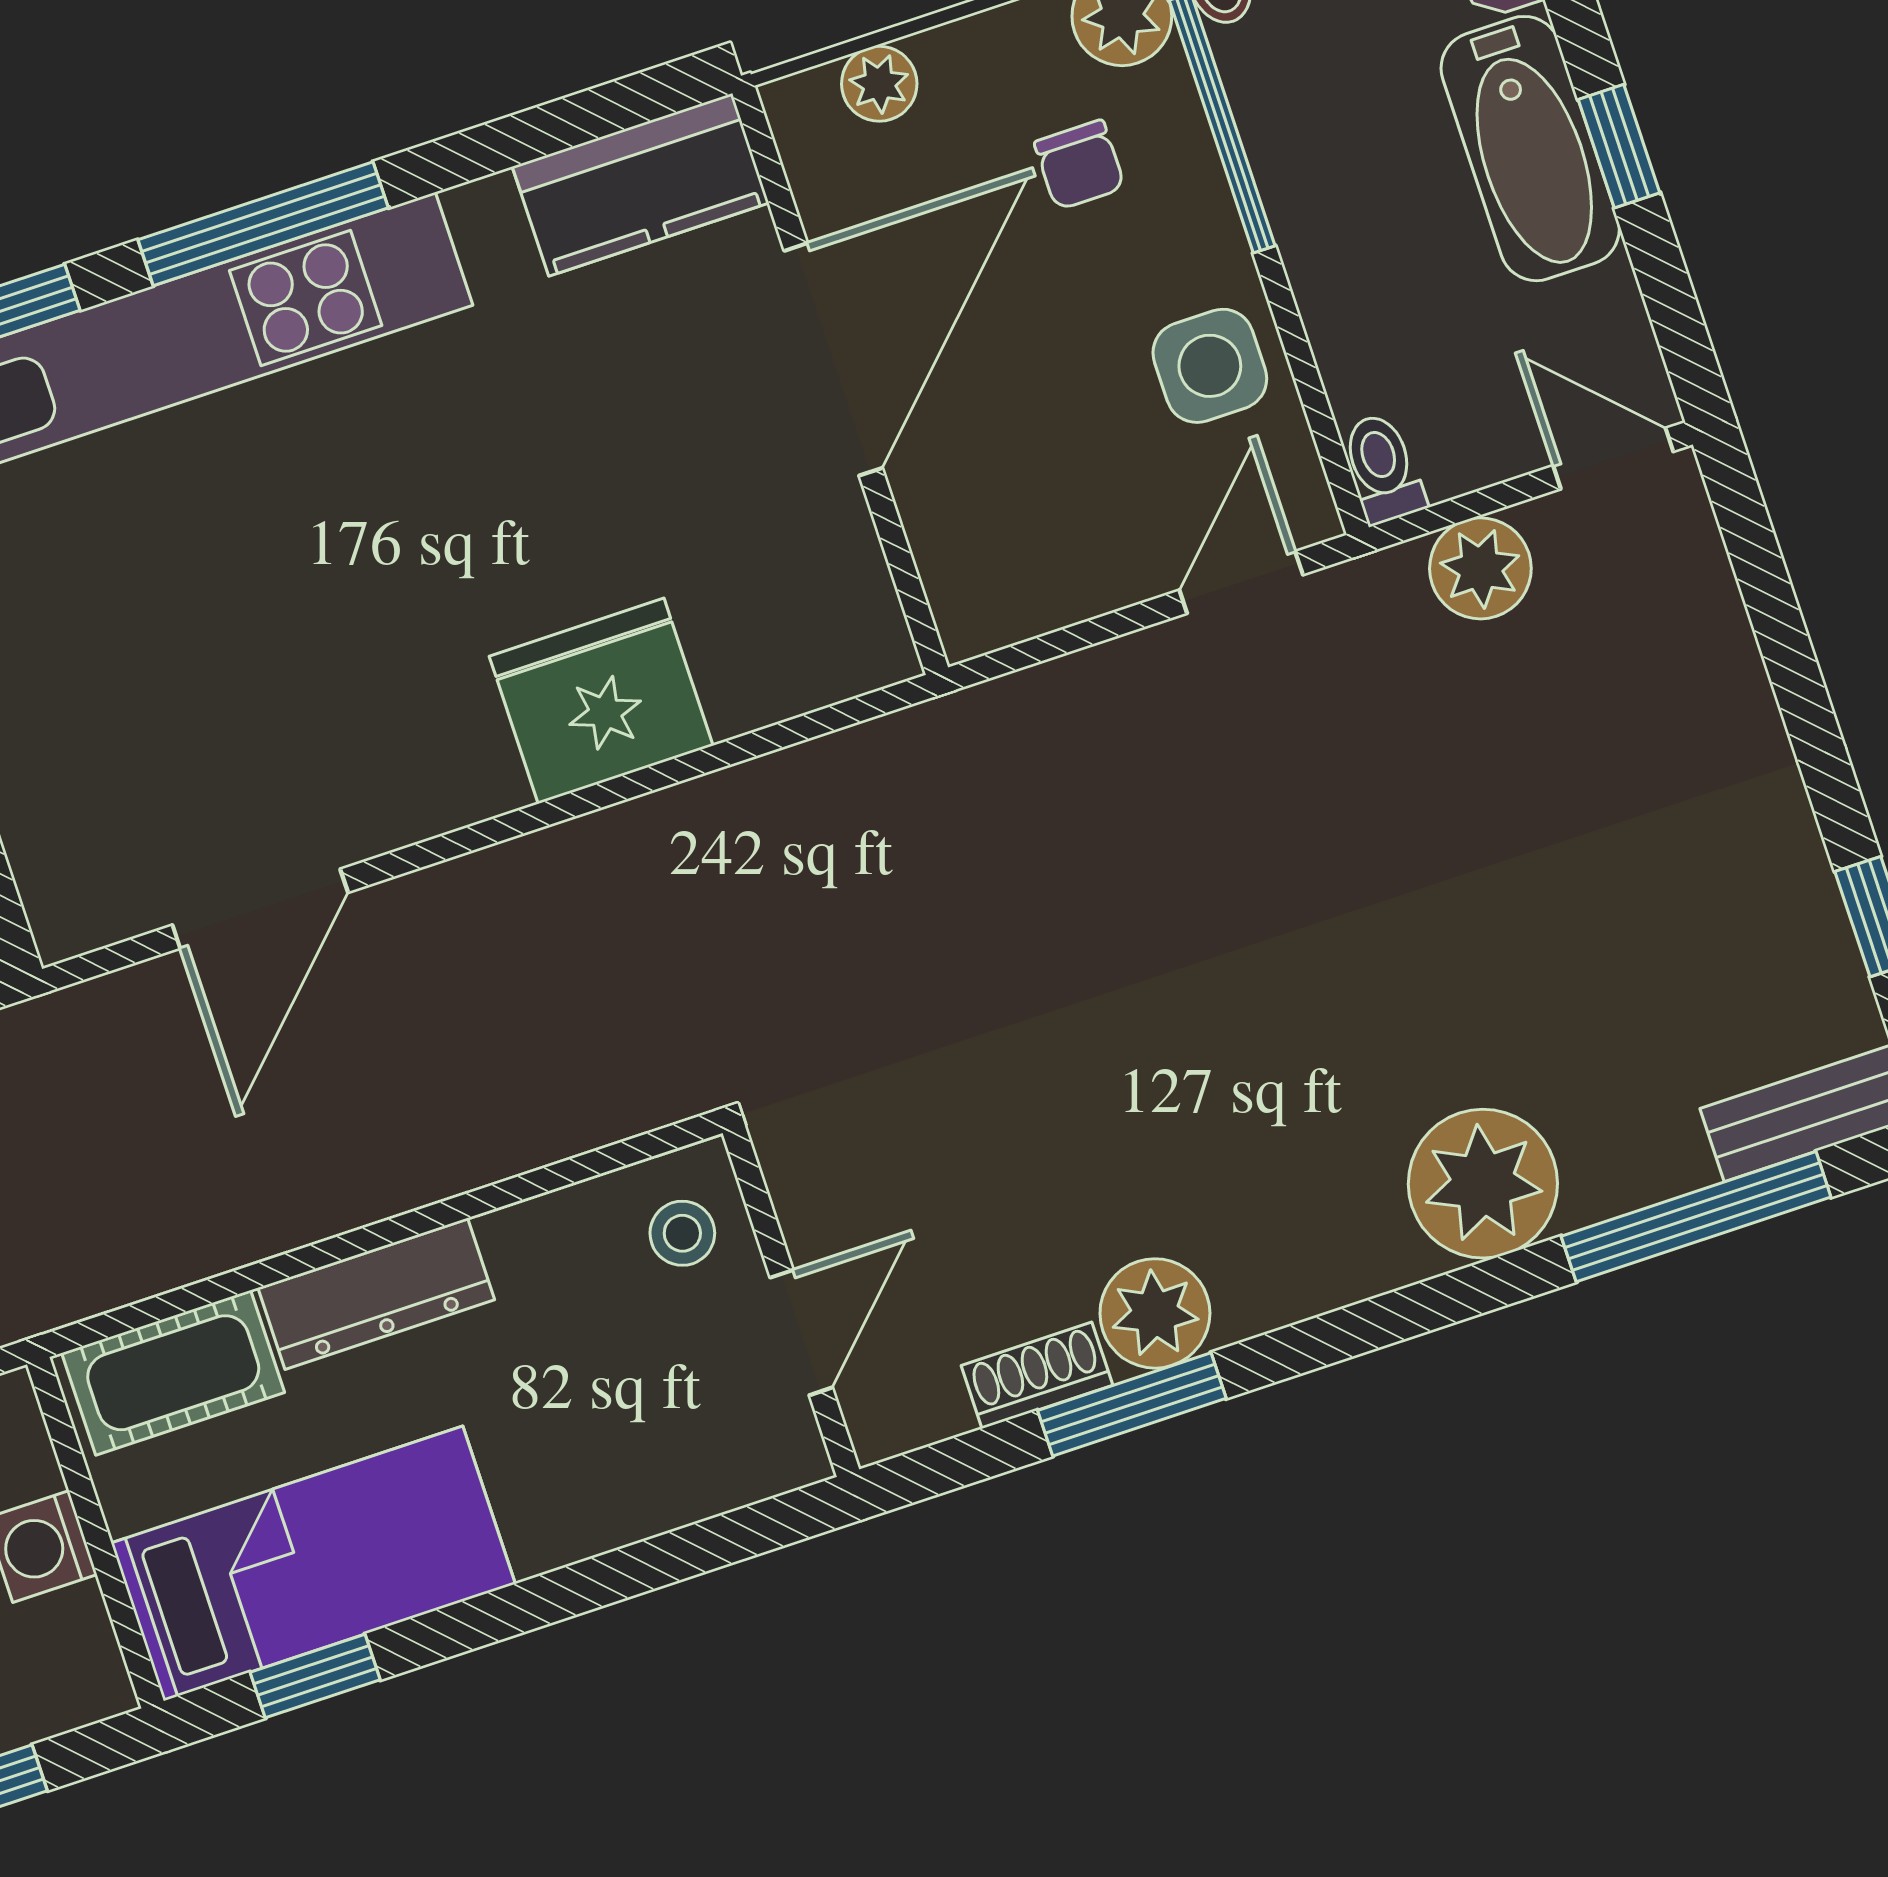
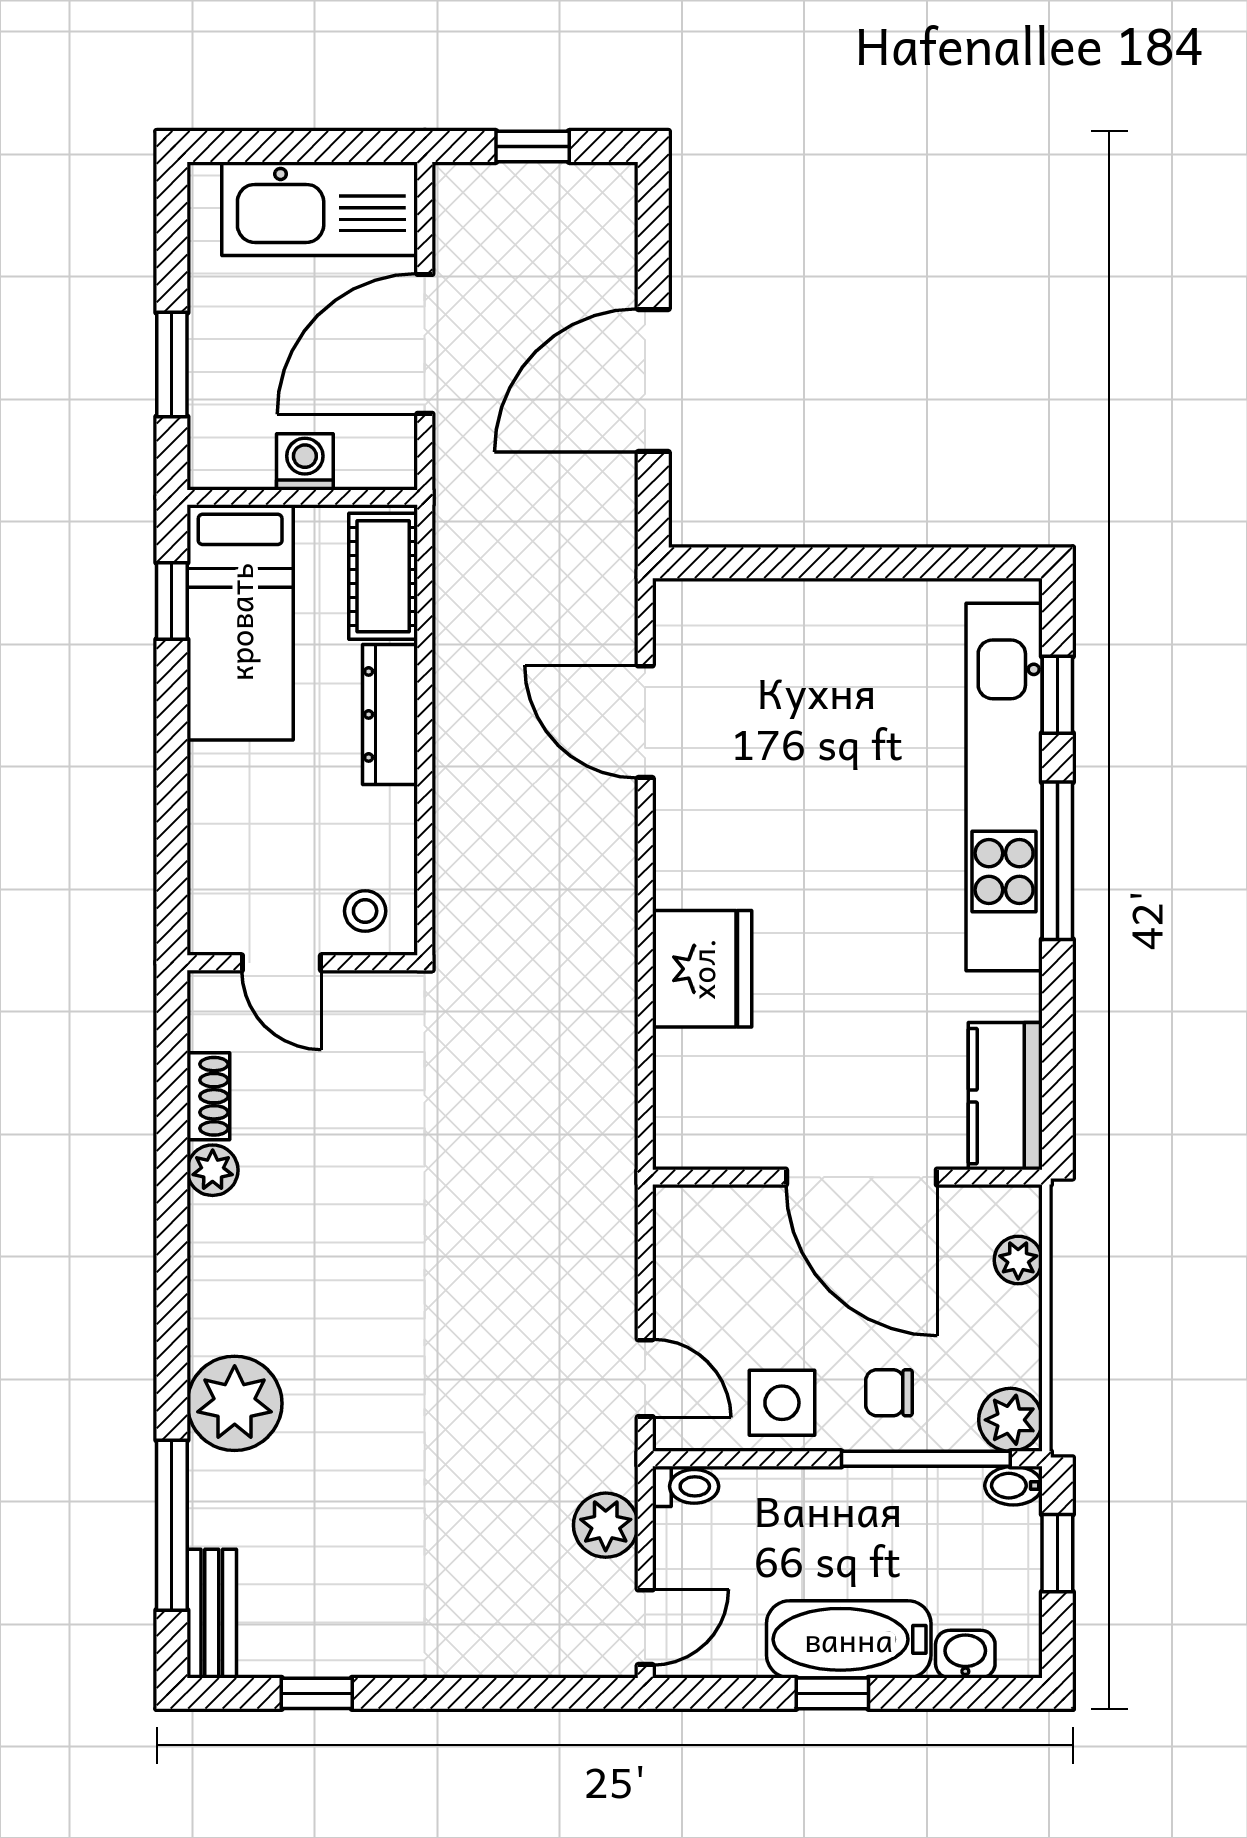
chair: (1080, 165) -> (889, 1393), moved
plant: (1155, 1313) -> (213, 1170), width x0.73, depth x0.73
window: (1132, 1404) -> (172, 1148), removed

